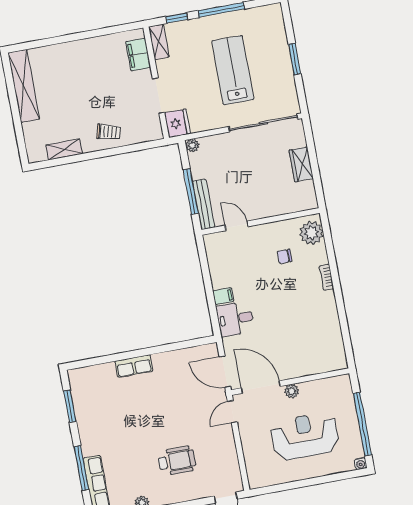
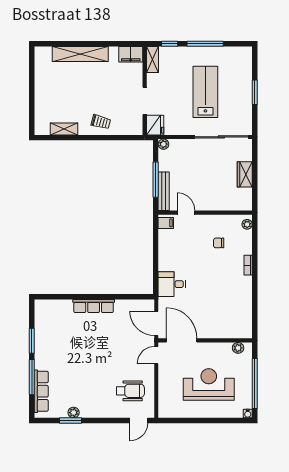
filing cabinet: (138, 55) -> (131, 54), moved, turned -90
shelving: (24, 86) -> (80, 54), moved, turned 90
plant: (311, 233) -> (247, 224), width x0.53, depth x0.53
filing cabinet: (223, 296) -> (166, 223), moved
row of seats: (134, 366) -> (94, 306), width x1.48
plant: (292, 391) -> (238, 348), moved
window: (70, 406) -> (32, 341), moved
wheelchair: (177, 461) -> (130, 391), moved

